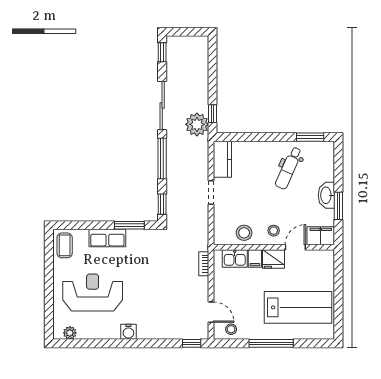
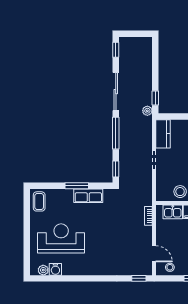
plant: (197, 124) -> (147, 111), width x0.53, depth x0.53
window: (129, 225) -> (77, 186), moved
row of seats: (107, 238) -> (88, 196), moved
water cooler: (128, 332) -> (55, 269), moved

